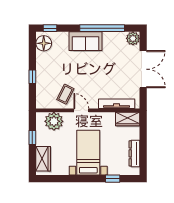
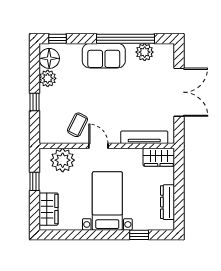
plant: (133, 38) -> (145, 52), moved
plant: (43, 59) -> (48, 78), added

